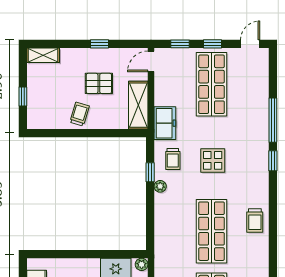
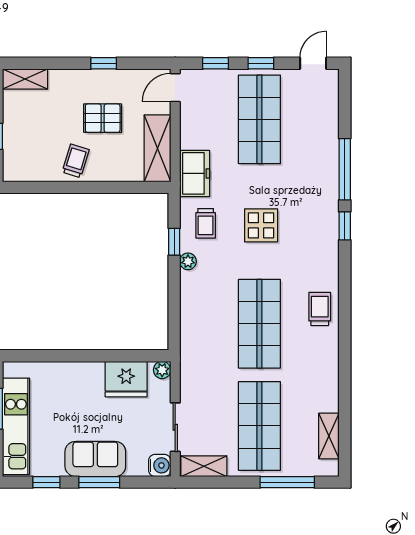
trolley: (255, 221) -> (320, 309), turned 180

